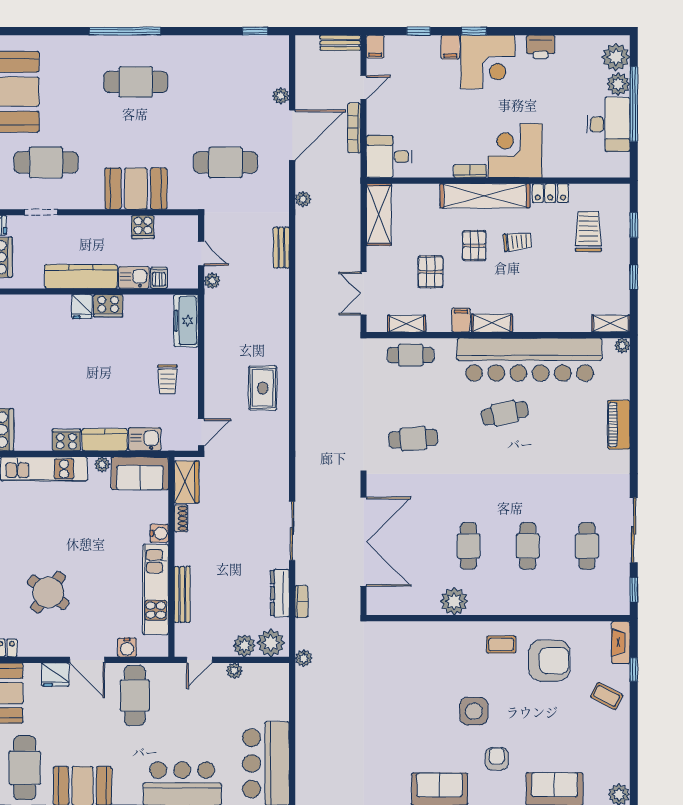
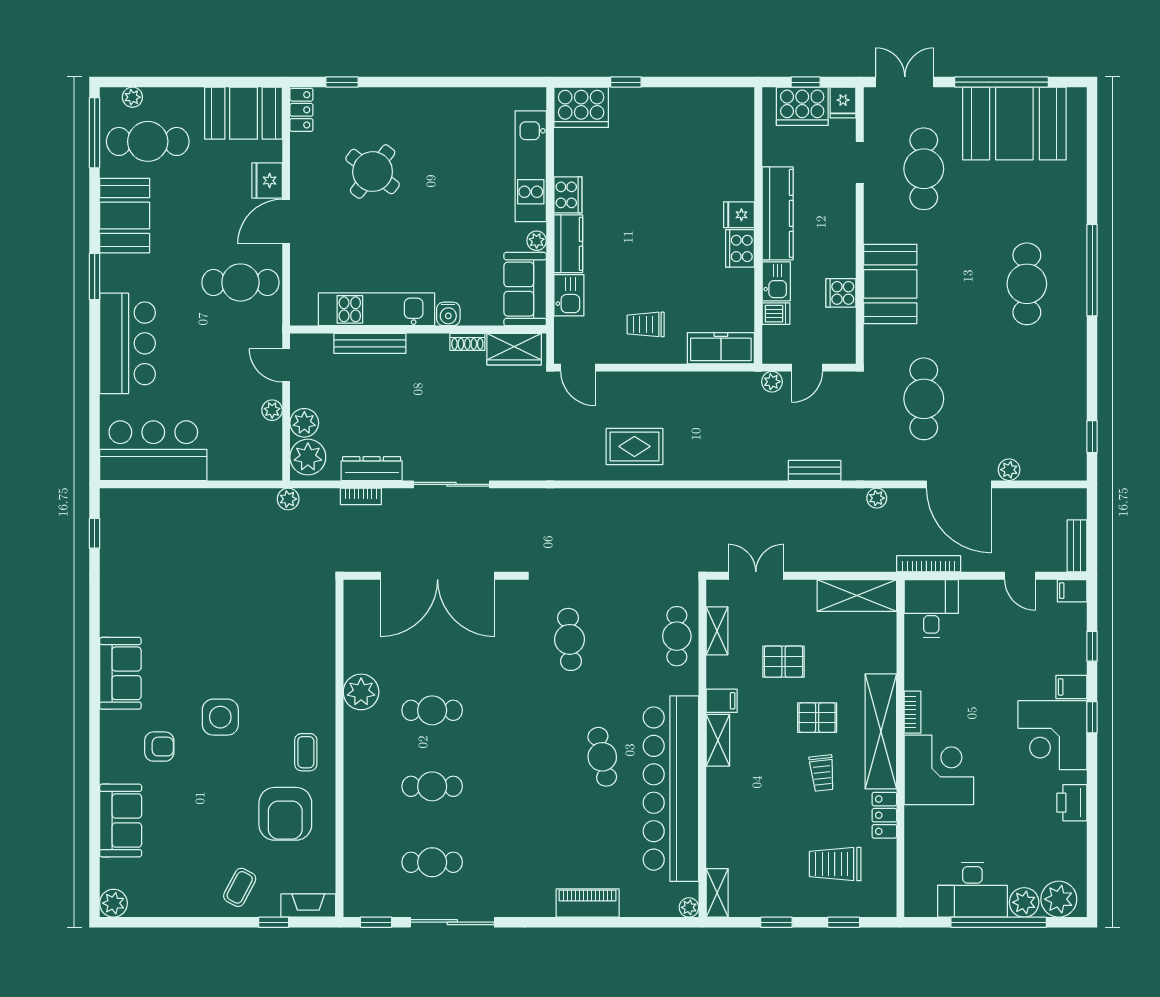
bookcase: (354, 128) -> (929, 564), moved
trolley: (588, 231) -> (835, 864), turned 180
water cooler: (127, 647) -> (302, 273), removed

